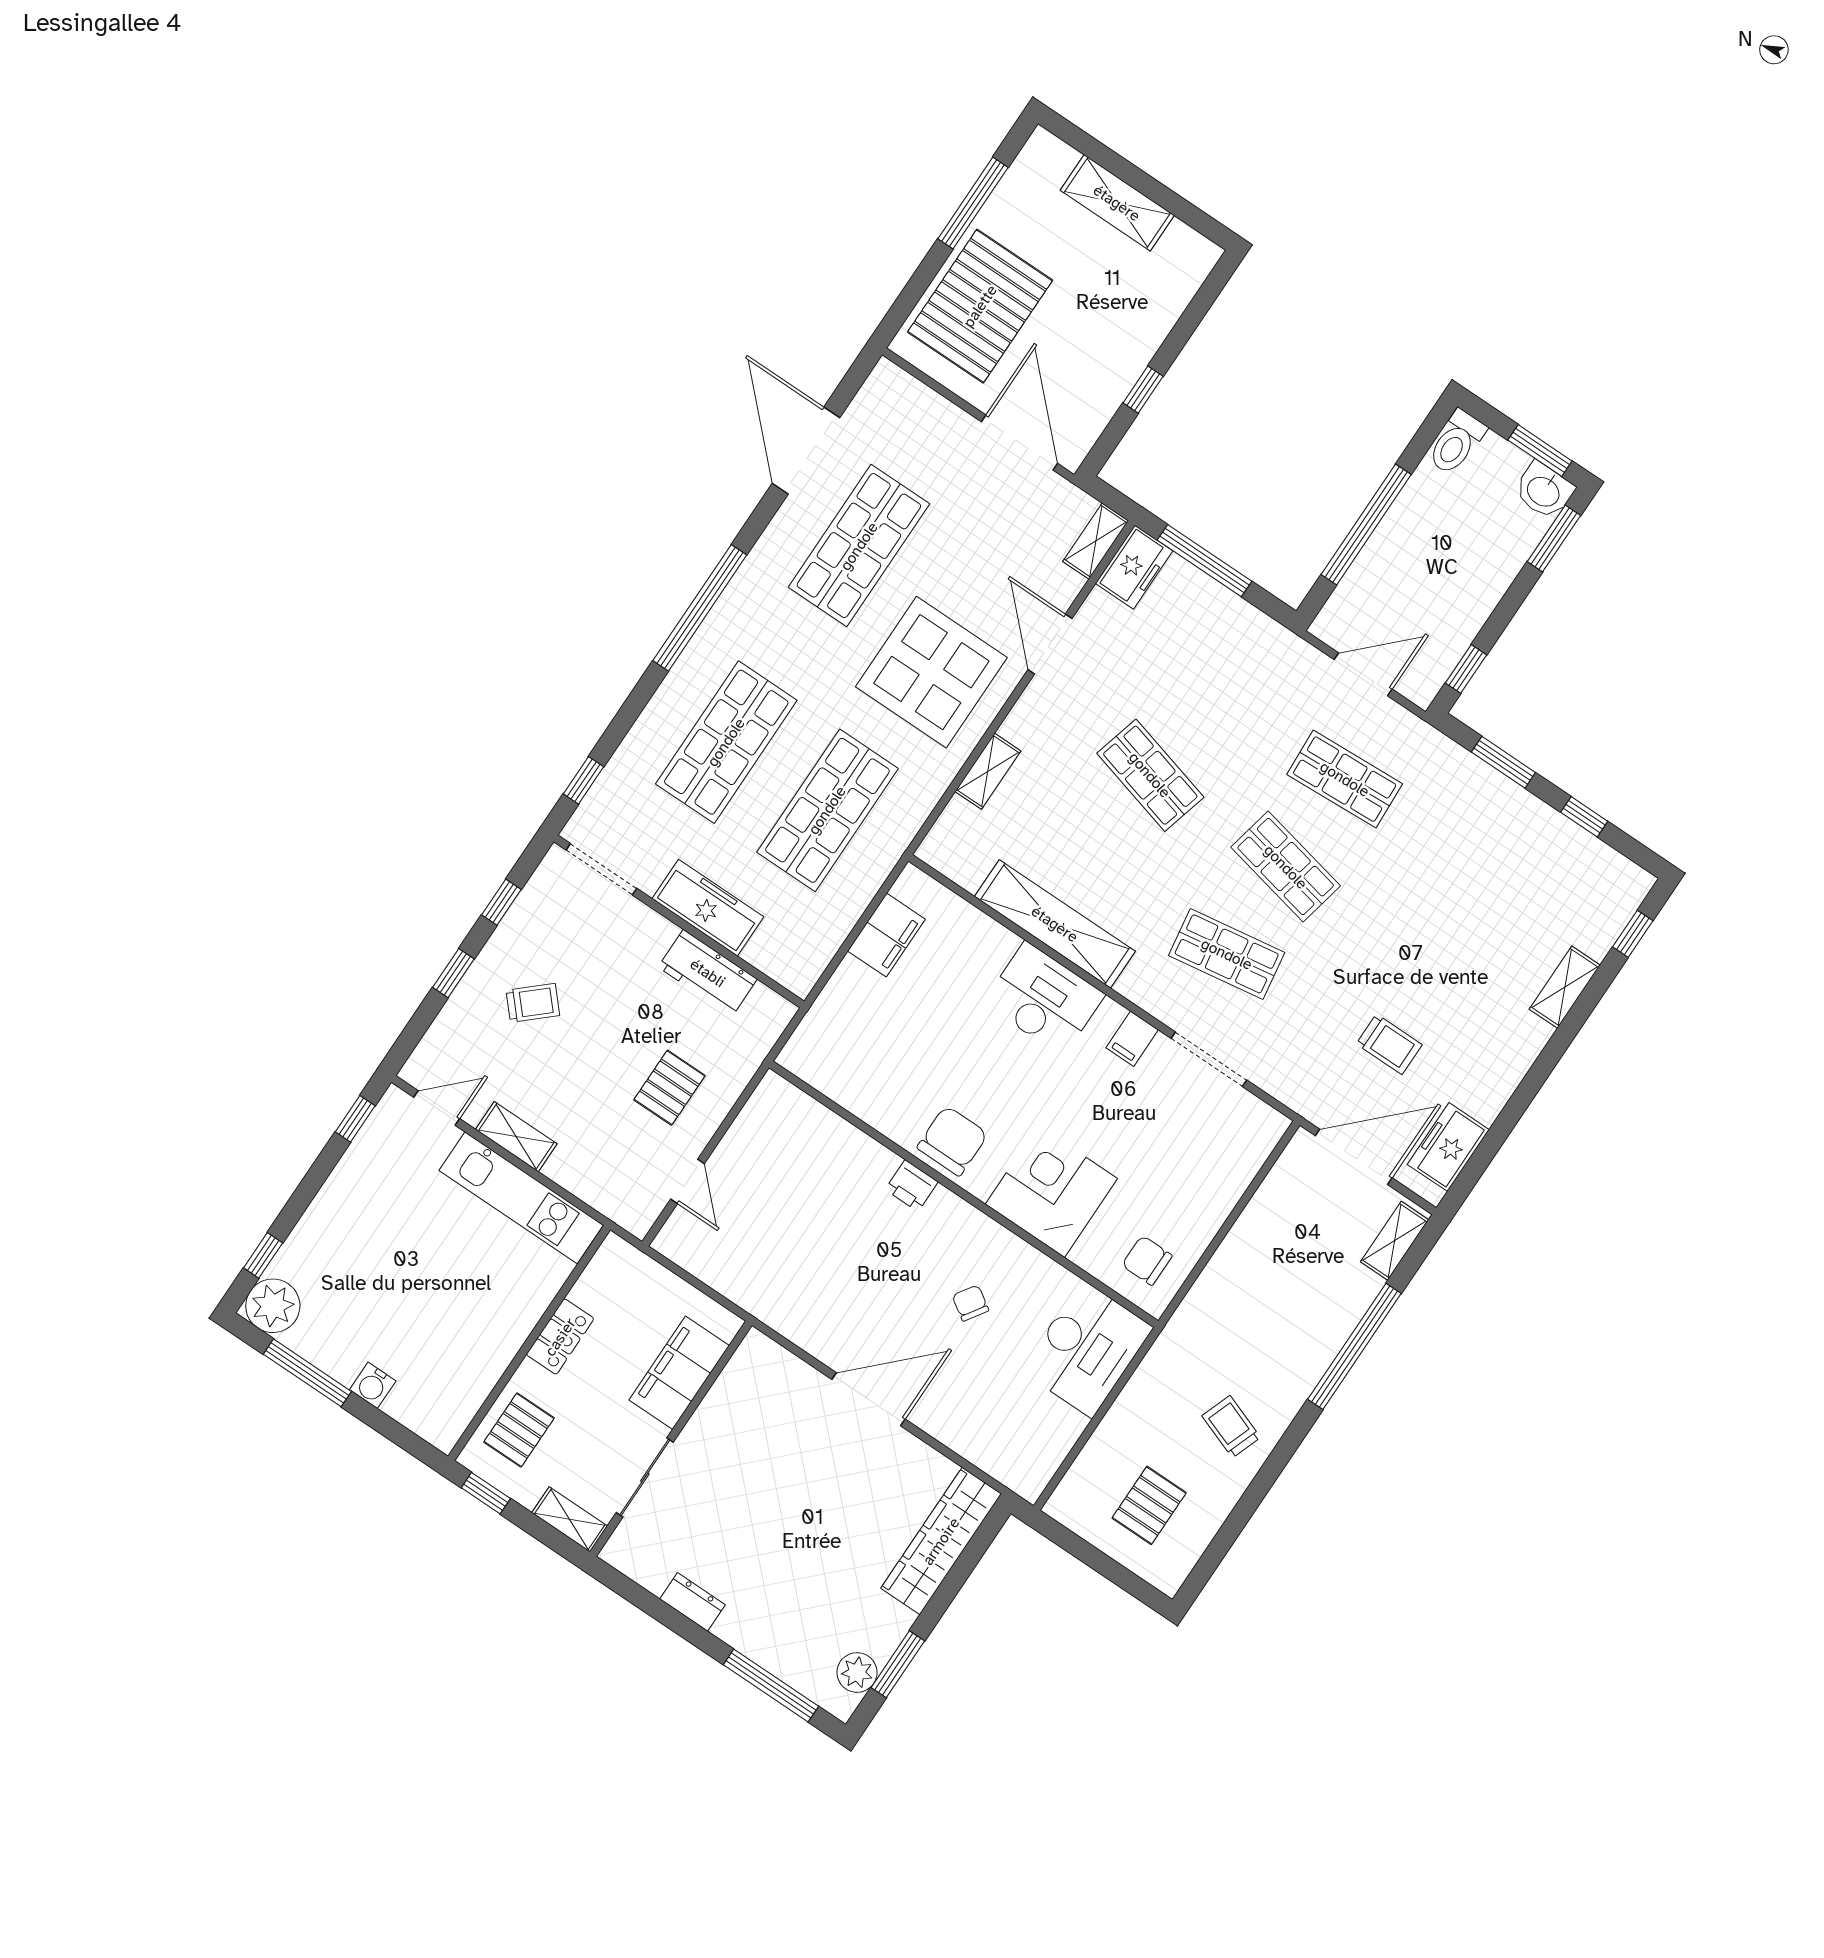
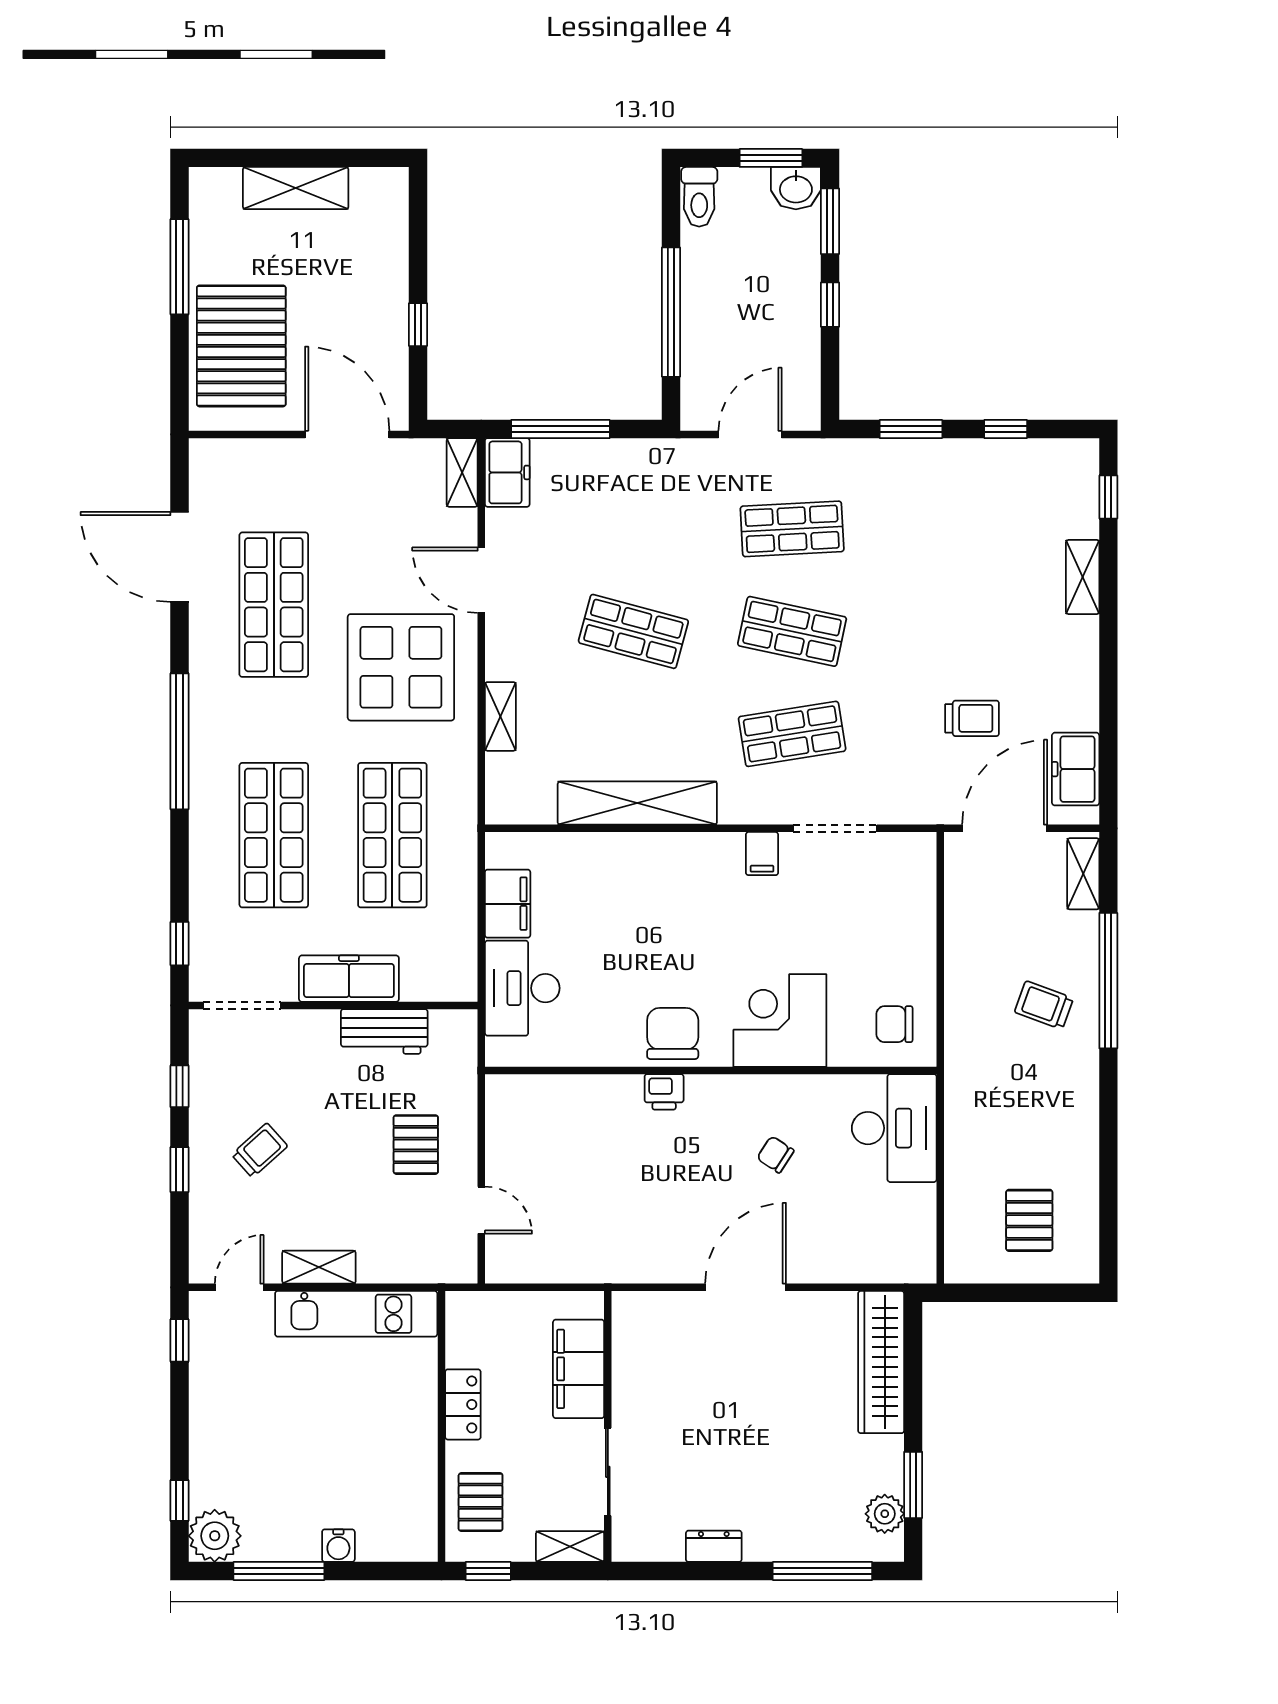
window: (1466, 669) -> (830, 305), moved
desk: (1044, 999) -> (522, 988), moved, turned -90
trolley: (1231, 1427) -> (1044, 1005), moved

